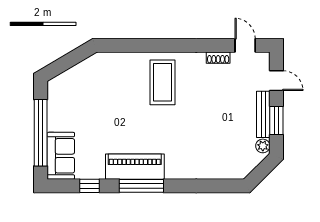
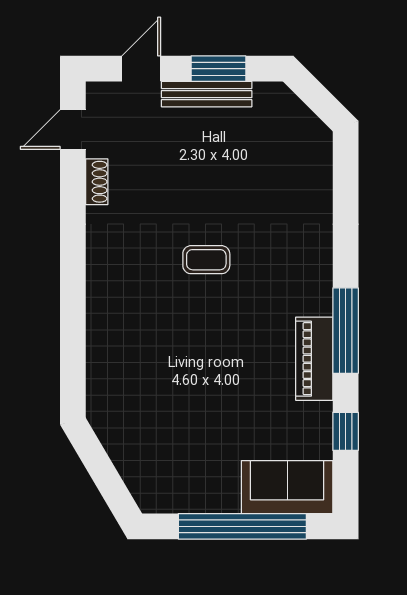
coffee table: (162, 82) -> (206, 260), moved, width x0.54, depth x0.58
plant: (263, 146) -> (268, 95), removed
piano: (135, 167) -> (314, 359), width x0.73, depth x0.75

